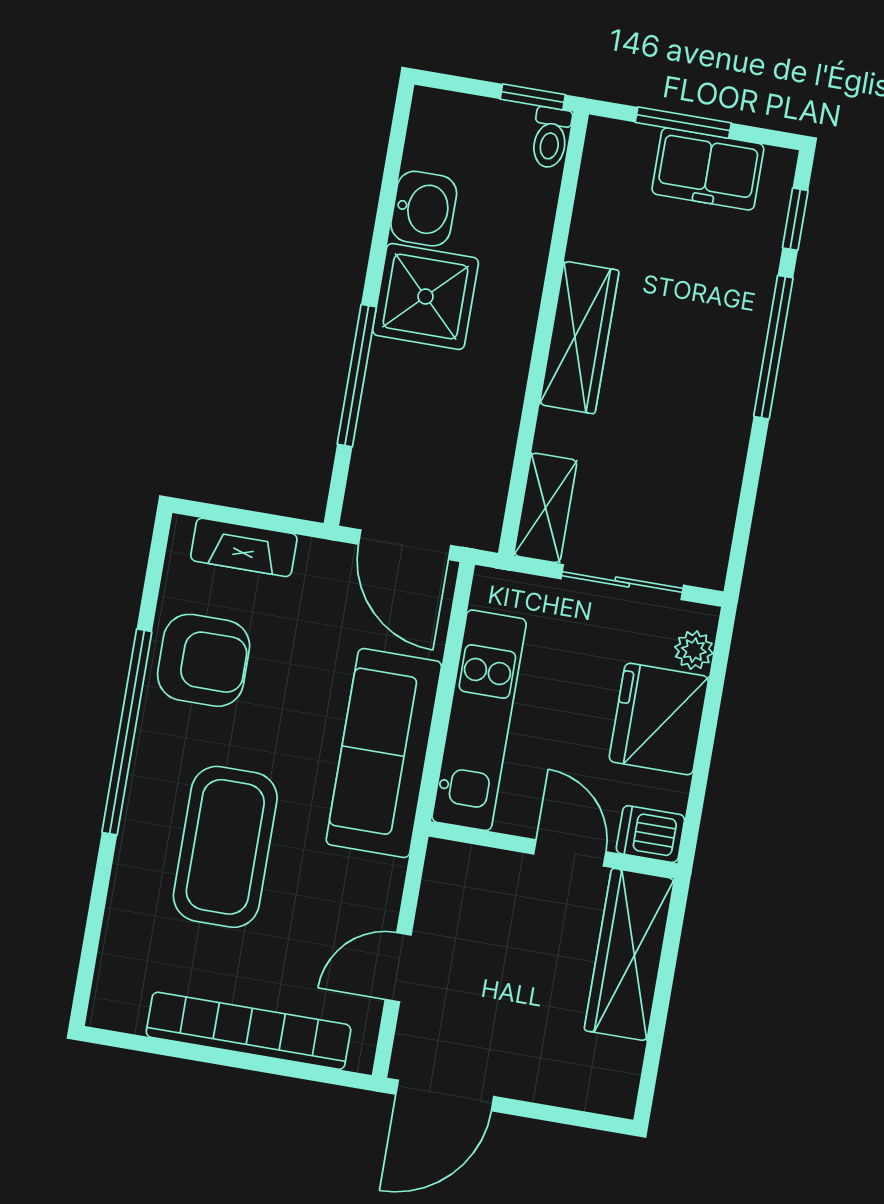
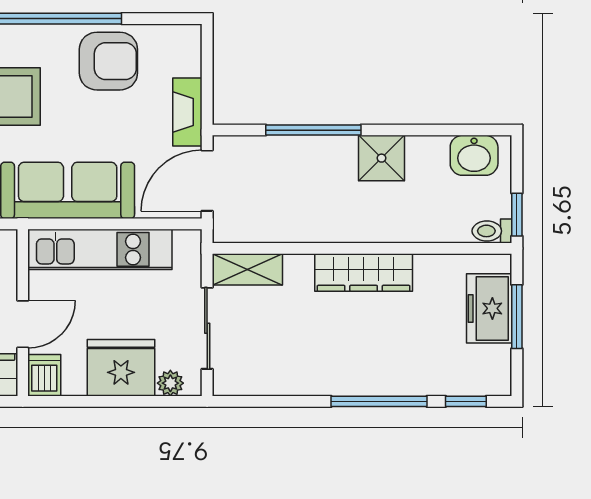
freezer: (708, 169) -> (489, 308), moved
washbasin: (424, 209) -> (474, 155), moved
shower: (426, 297) -> (382, 158), width x0.73, depth x0.73
fireplace: (244, 547) -> (187, 112), moved
armchair: (204, 660) -> (108, 61), turned -90

